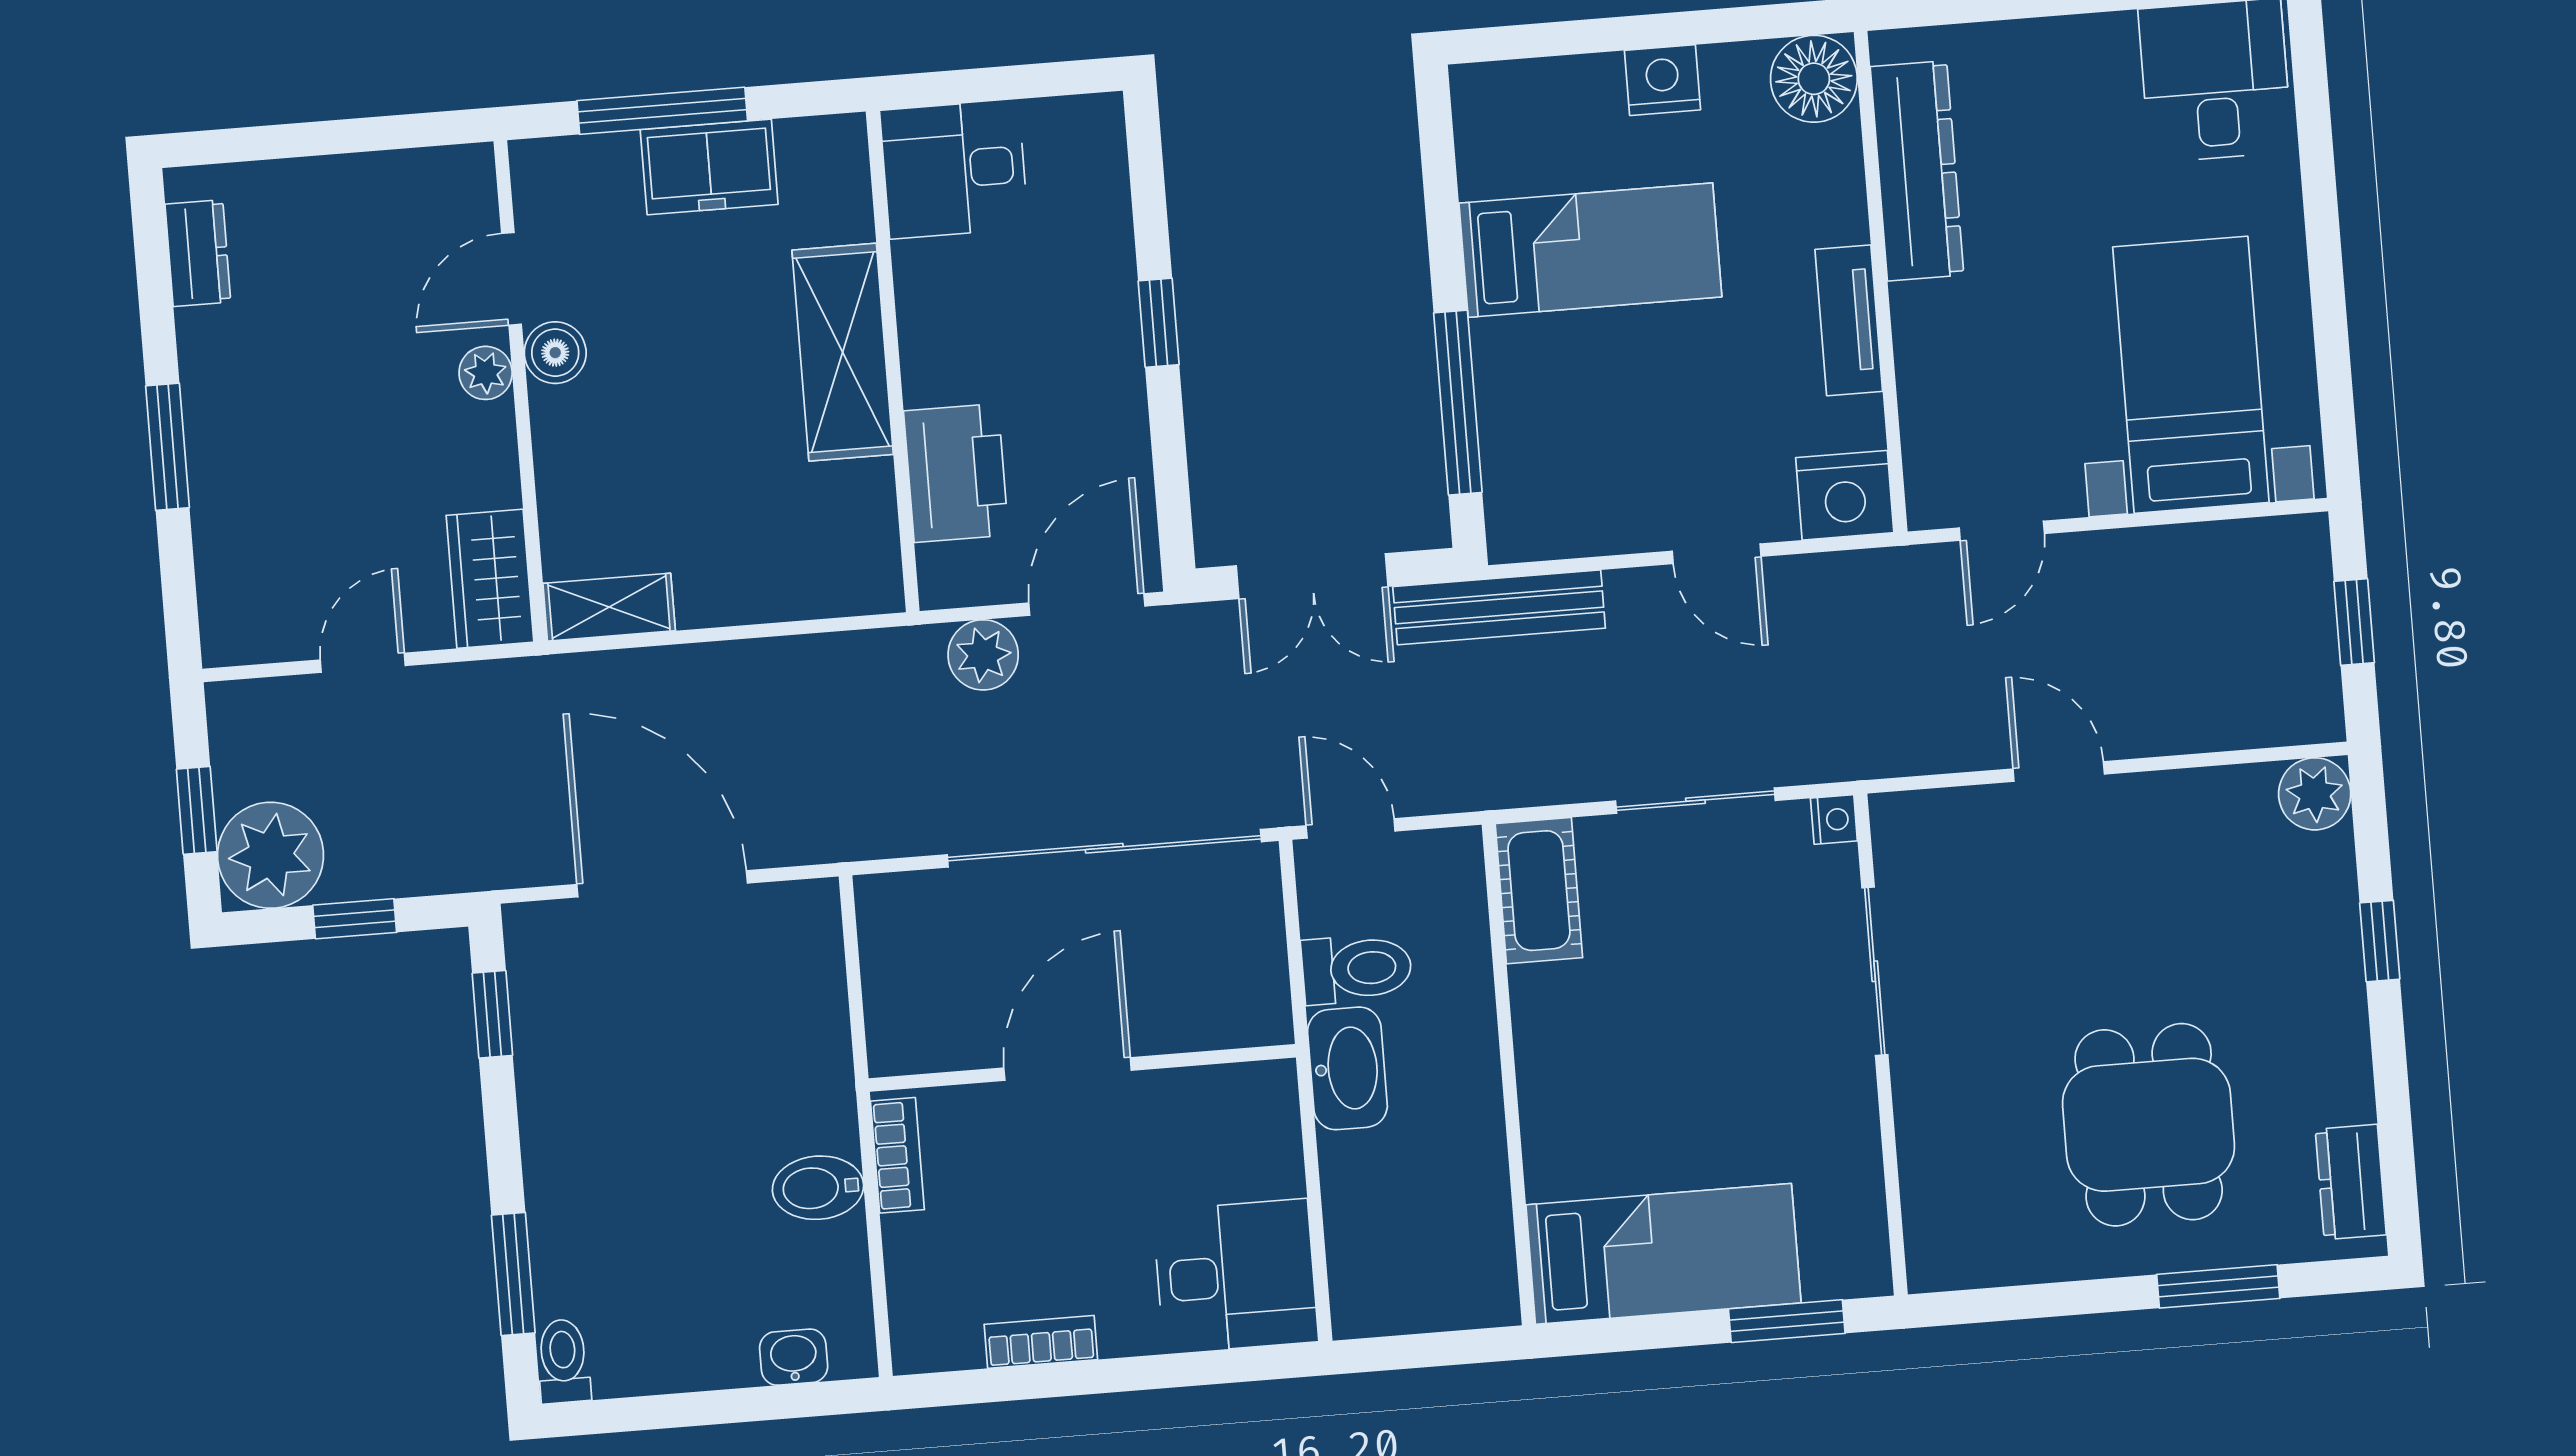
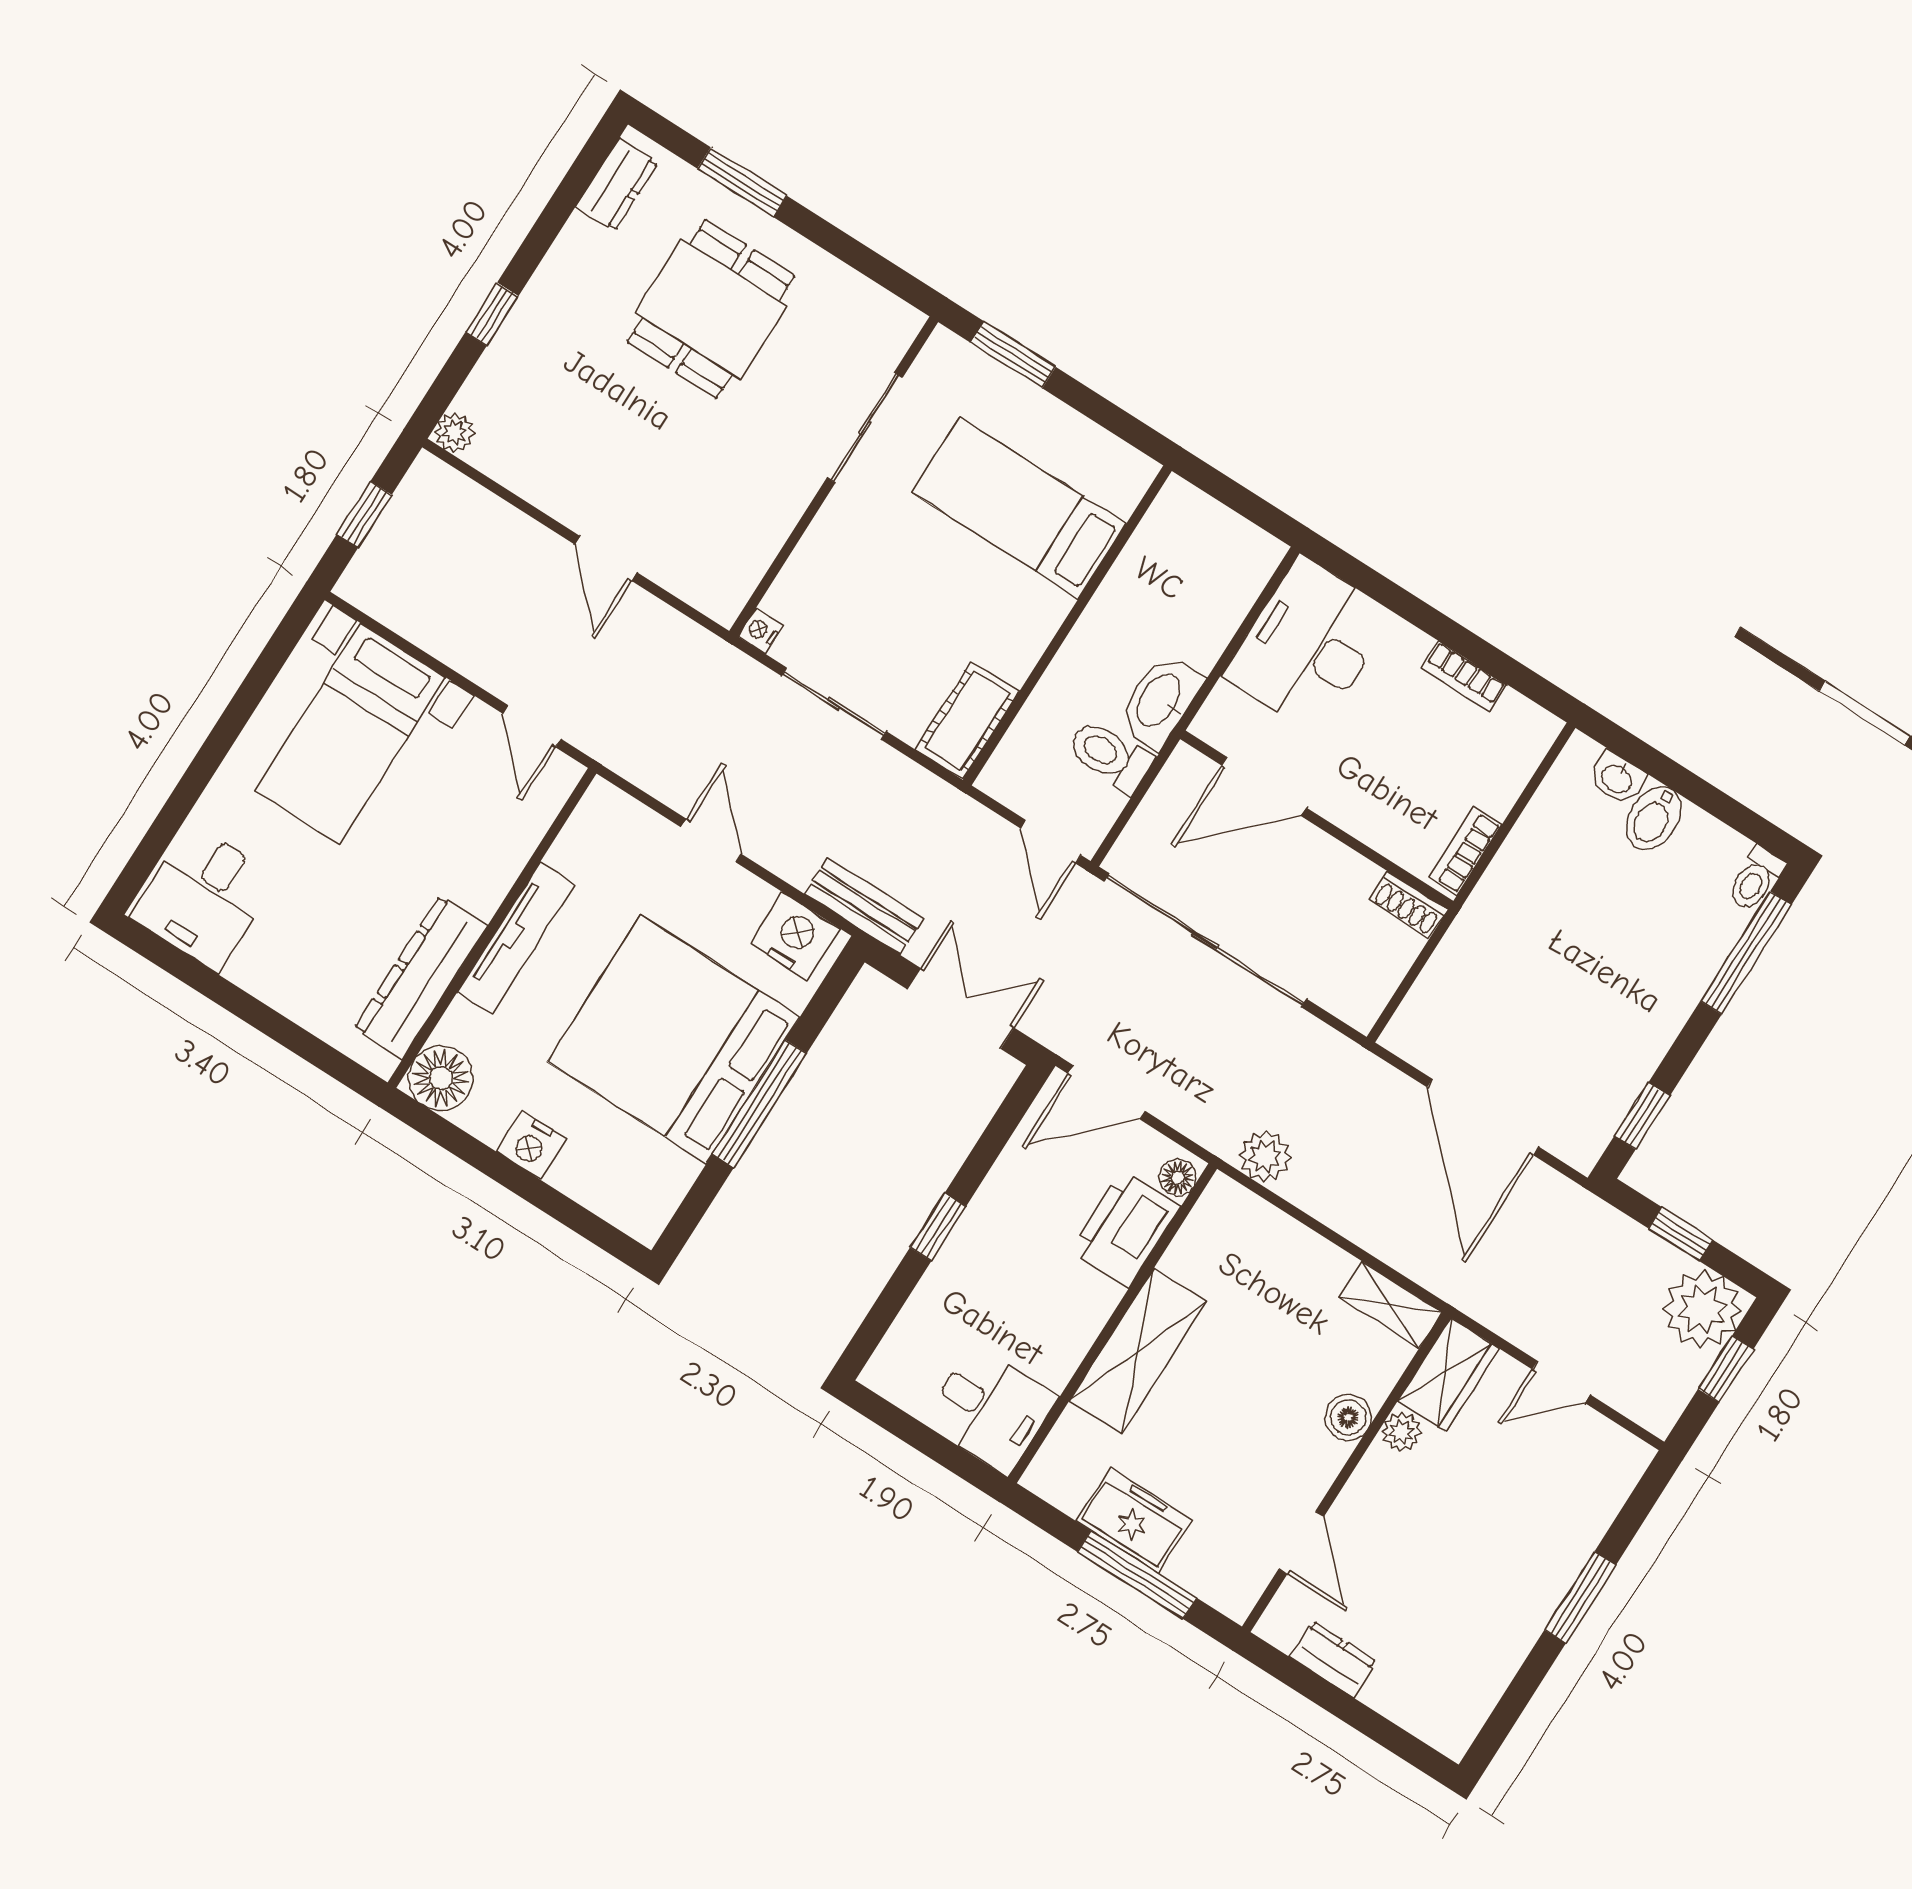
bed: (1590, 250) -> (674, 1039), width x2.04
dresser: (198, 253) -> (1333, 1659), moved, turned 90
door: (511, 279) -> (1301, 1543), hinge flipped
tv unit: (1849, 320) -> (516, 938), width x1.41
boiler: (555, 353) -> (1348, 1417), moved
plant: (486, 373) -> (1401, 1432), moved
window: (1458, 403) -> (759, 1104), moved
nightstand: (1845, 495) -> (795, 936), moved
door: (2002, 531) -> (532, 726), swing flipped
floor lamp: (941, 571) -> (1178, 1178), added
bench: (1499, 607) -> (864, 906), width x0.73
plant: (983, 655) -> (1265, 1156), moved
plant: (2315, 794) -> (454, 433), width x0.73, depth x0.73
sliding door: (1875, 971) -> (865, 428), moved
shoe rack: (915, 1051) -> (1408, 905), added
door: (1068, 1069) -> (1264, 786), moved
bidet: (818, 1188) -> (1653, 818), moved, turned 90
bed: (1663, 1254) -> (1019, 508), moved
window: (513, 1274) -> (1746, 953), width x1.44
desk: (1236, 1276) -> (1308, 645), width x1.37

